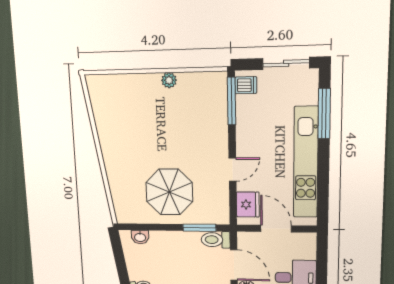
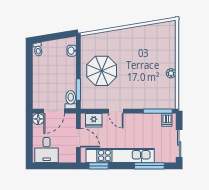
window: (323, 197) -> (99, 166), added
door: (276, 229) -> (78, 138), hinge flipped

